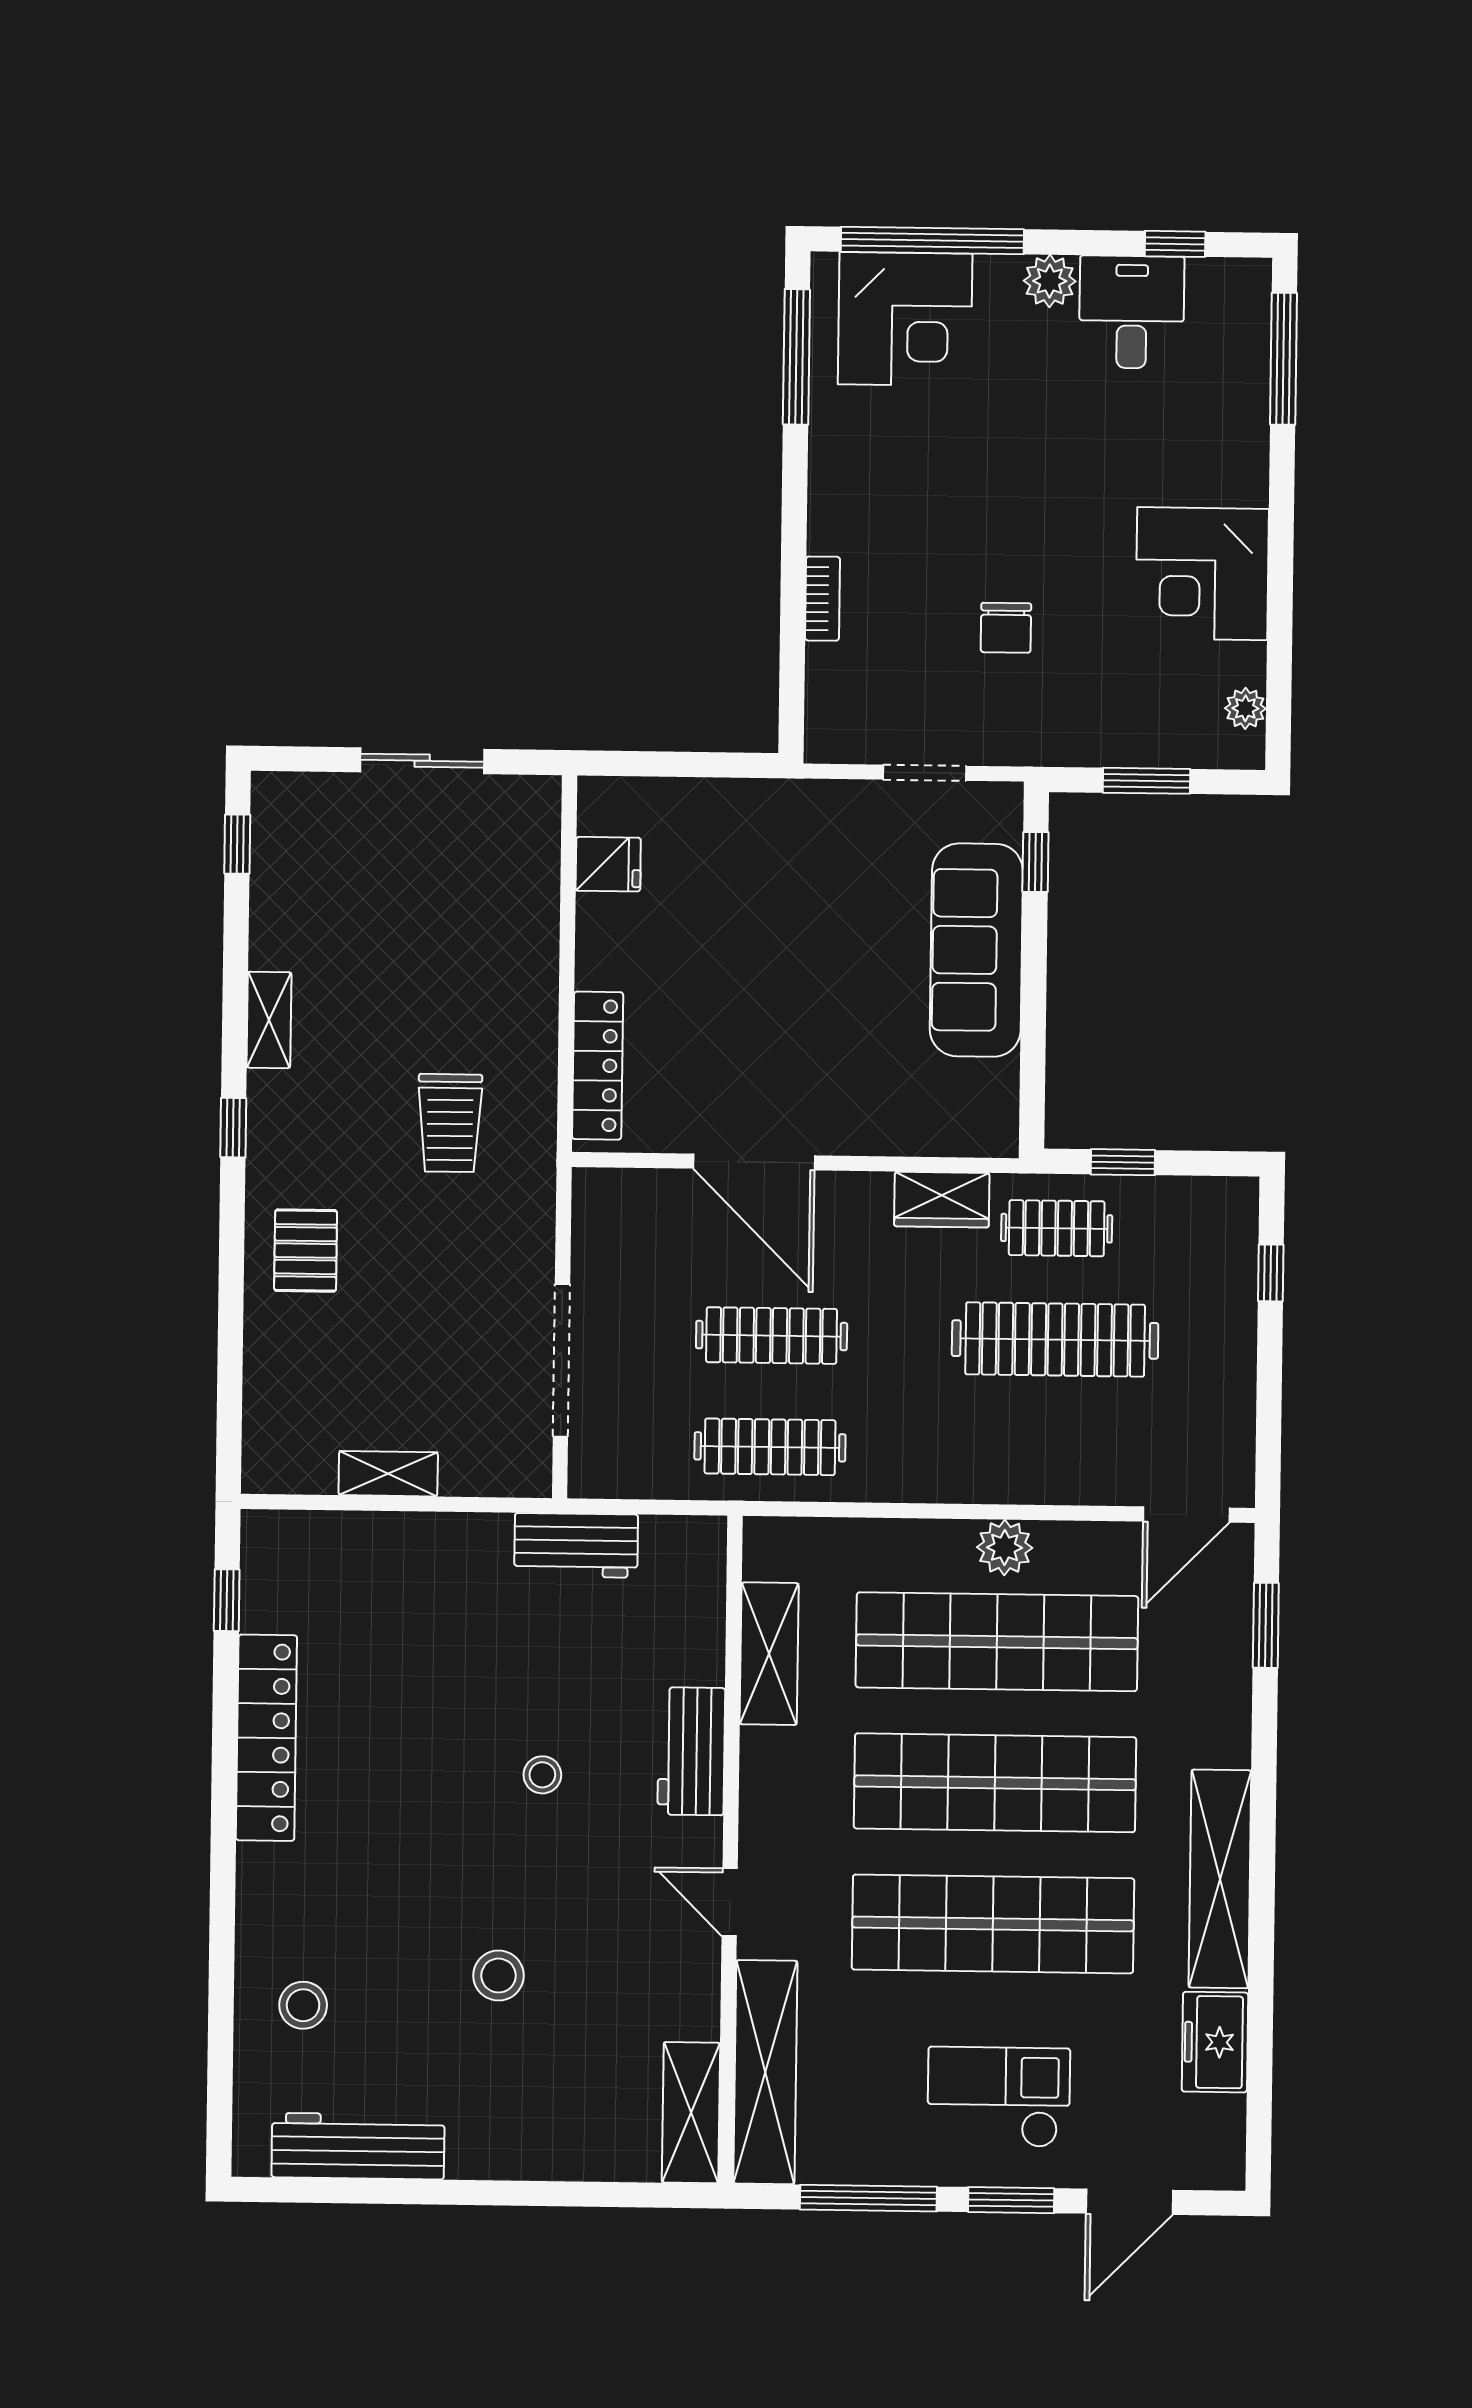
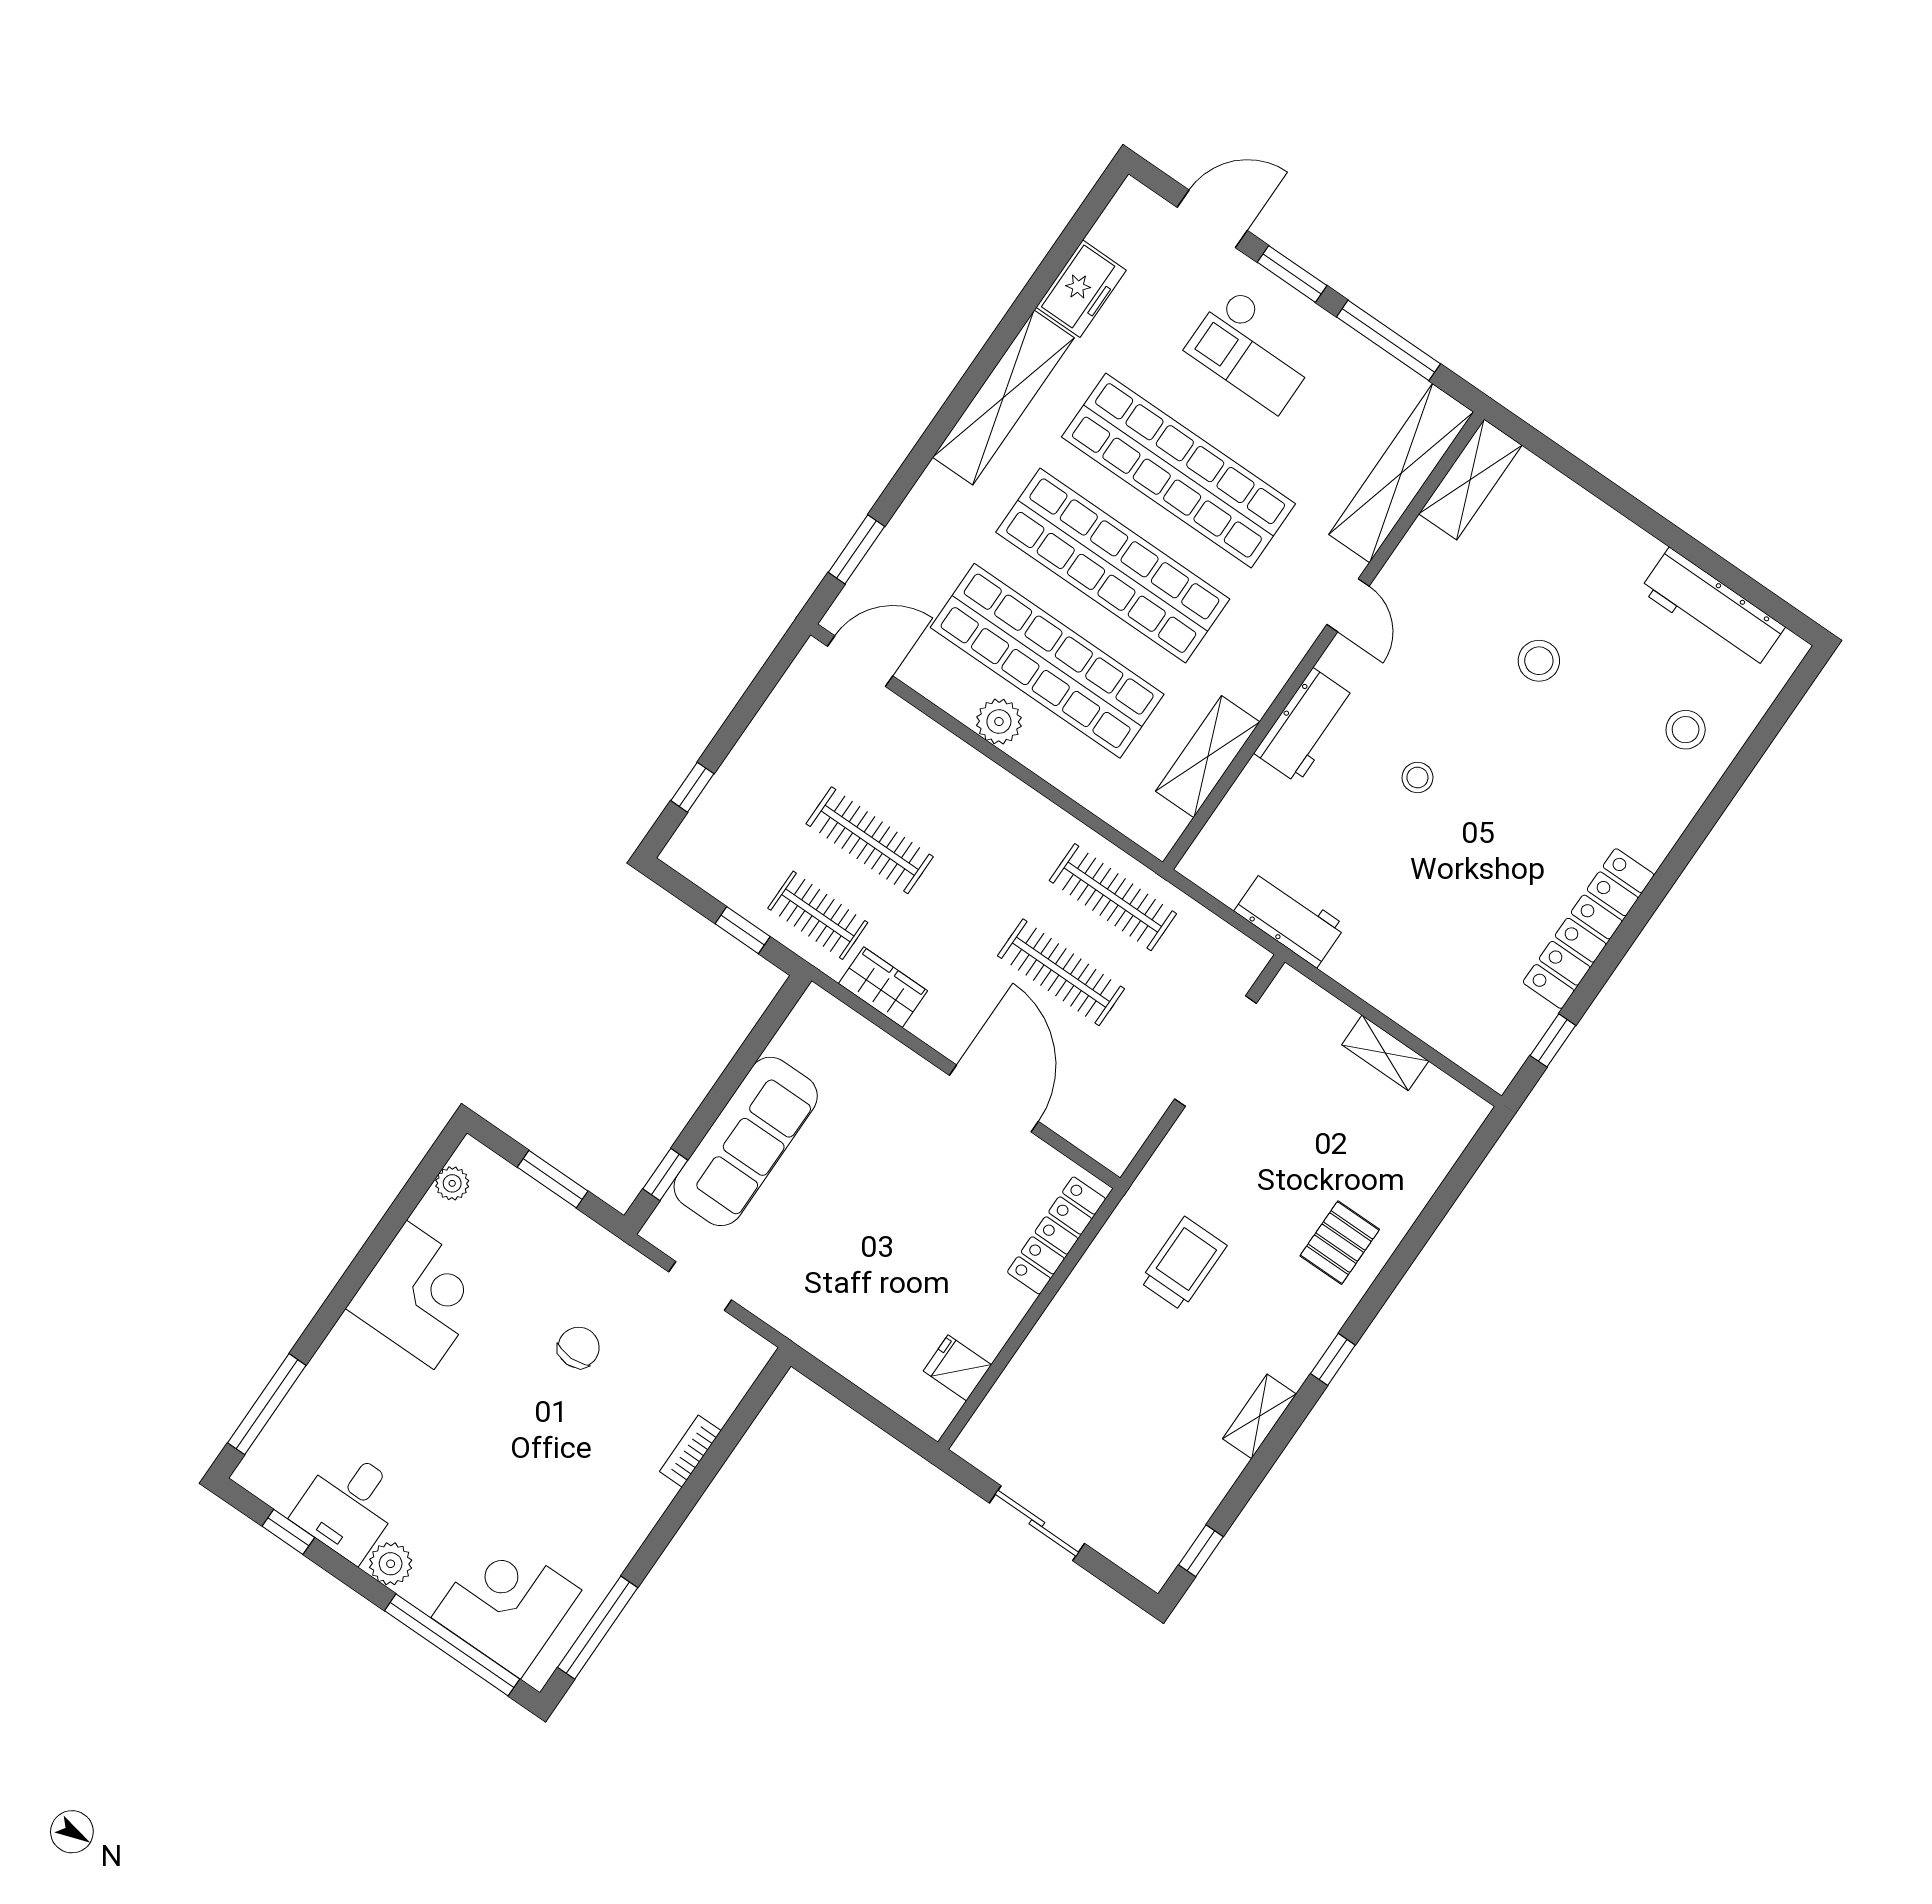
clothes rail: (1055, 1339) -> (870, 840), width x0.73, depth x0.76

